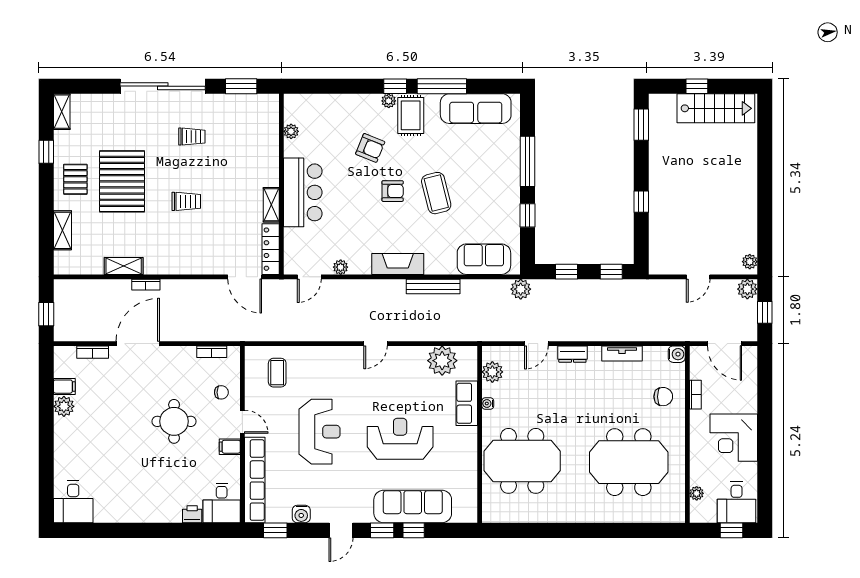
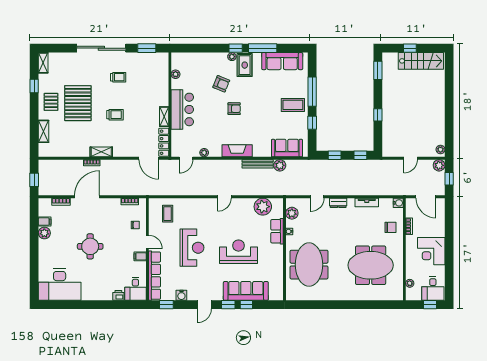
coffee table: (436, 193) -> (293, 105), moved, turned -76
shelving: (124, 266) -> (101, 152), moved
plant: (521, 289) -> (280, 165), moved
round table: (174, 421) -> (90, 246), moved
meeting table: (522, 461) -> (309, 265), turned 90
desk: (73, 502) -> (60, 285), width x1.87, depth x1.30

